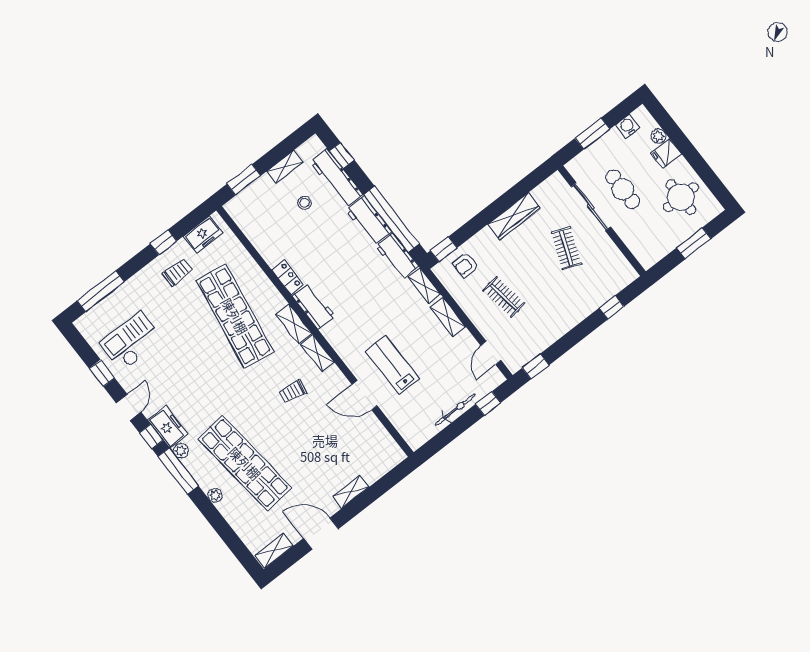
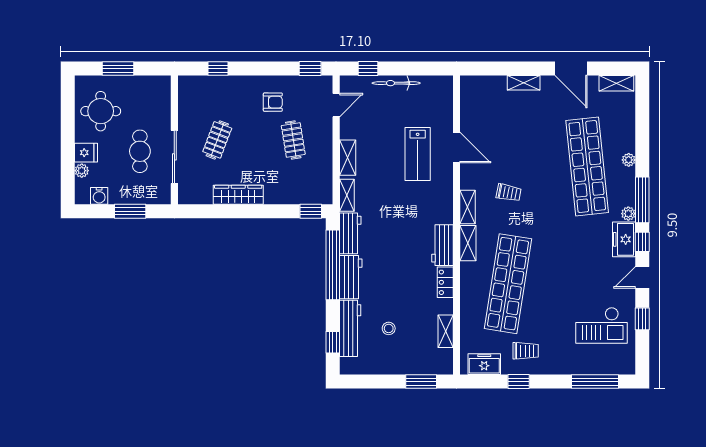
shelving: (285, 167) -> (446, 331), moved, turned 90
armchair: (466, 265) -> (273, 102), moved
trolley: (178, 272) -> (526, 351), turned 180

